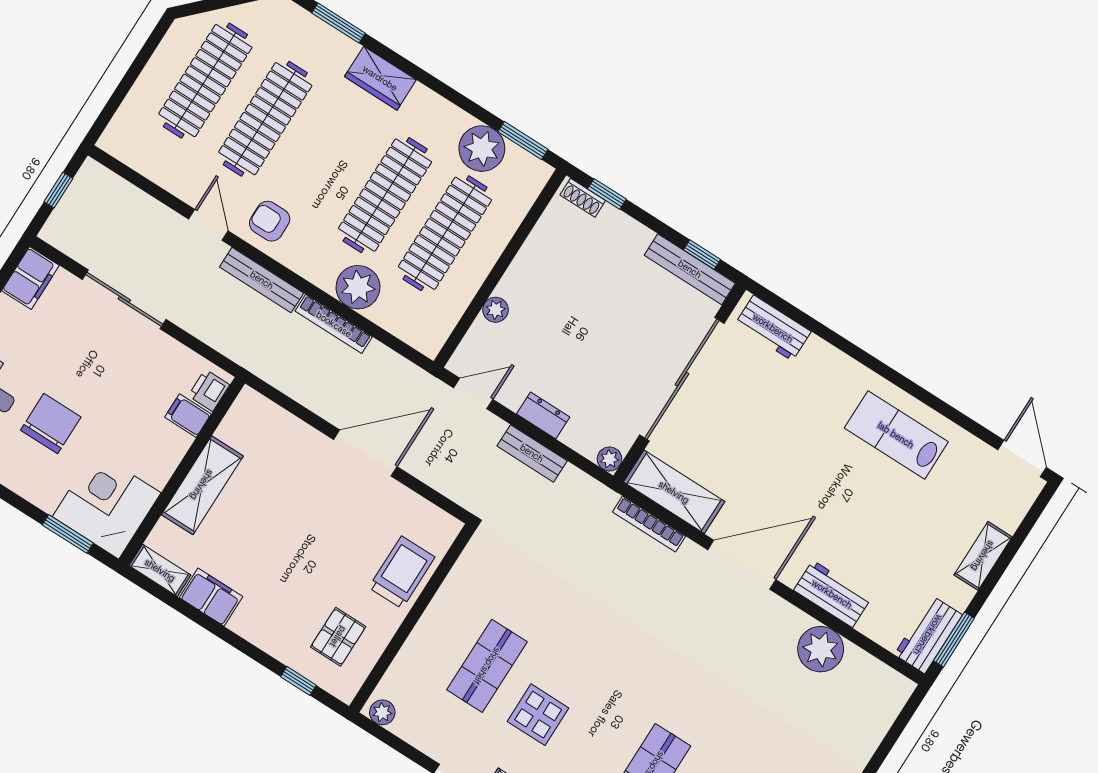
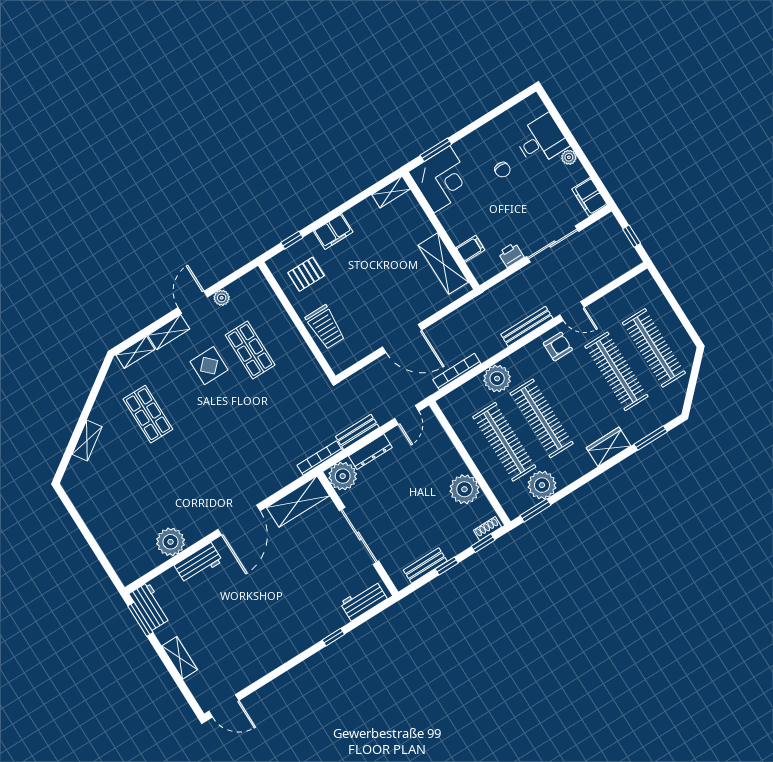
window: (702, 255) -> (447, 566), moved
bench: (690, 269) -> (425, 566), width x0.73
plant: (496, 310) -> (464, 489), moved, width x1.87, depth x1.87
bookcase: (334, 324) -> (457, 372), moved
window: (847, 347) -> (333, 637), added
sliding door: (682, 379) -> (359, 536), width x0.73
printer: (209, 390) -> (511, 255), moved, turned -90
dresser: (543, 416) -> (370, 452), width x1.44
chair: (51, 424) -> (502, 170), width x0.54, depth x0.54
lab bench: (896, 435) -> (271, 641), removed
door: (365, 453) -> (402, 338), hinge flipped
plant: (610, 459) -> (343, 476), width x1.88, depth x1.88
shelving: (202, 485) -> (443, 264), moved
bookcase: (649, 524) -> (320, 458), moved
filing cabinet: (211, 597) -> (333, 232), moved
pallet: (338, 637) -> (306, 274), turned 90
plant: (382, 712) -> (222, 298), moved

